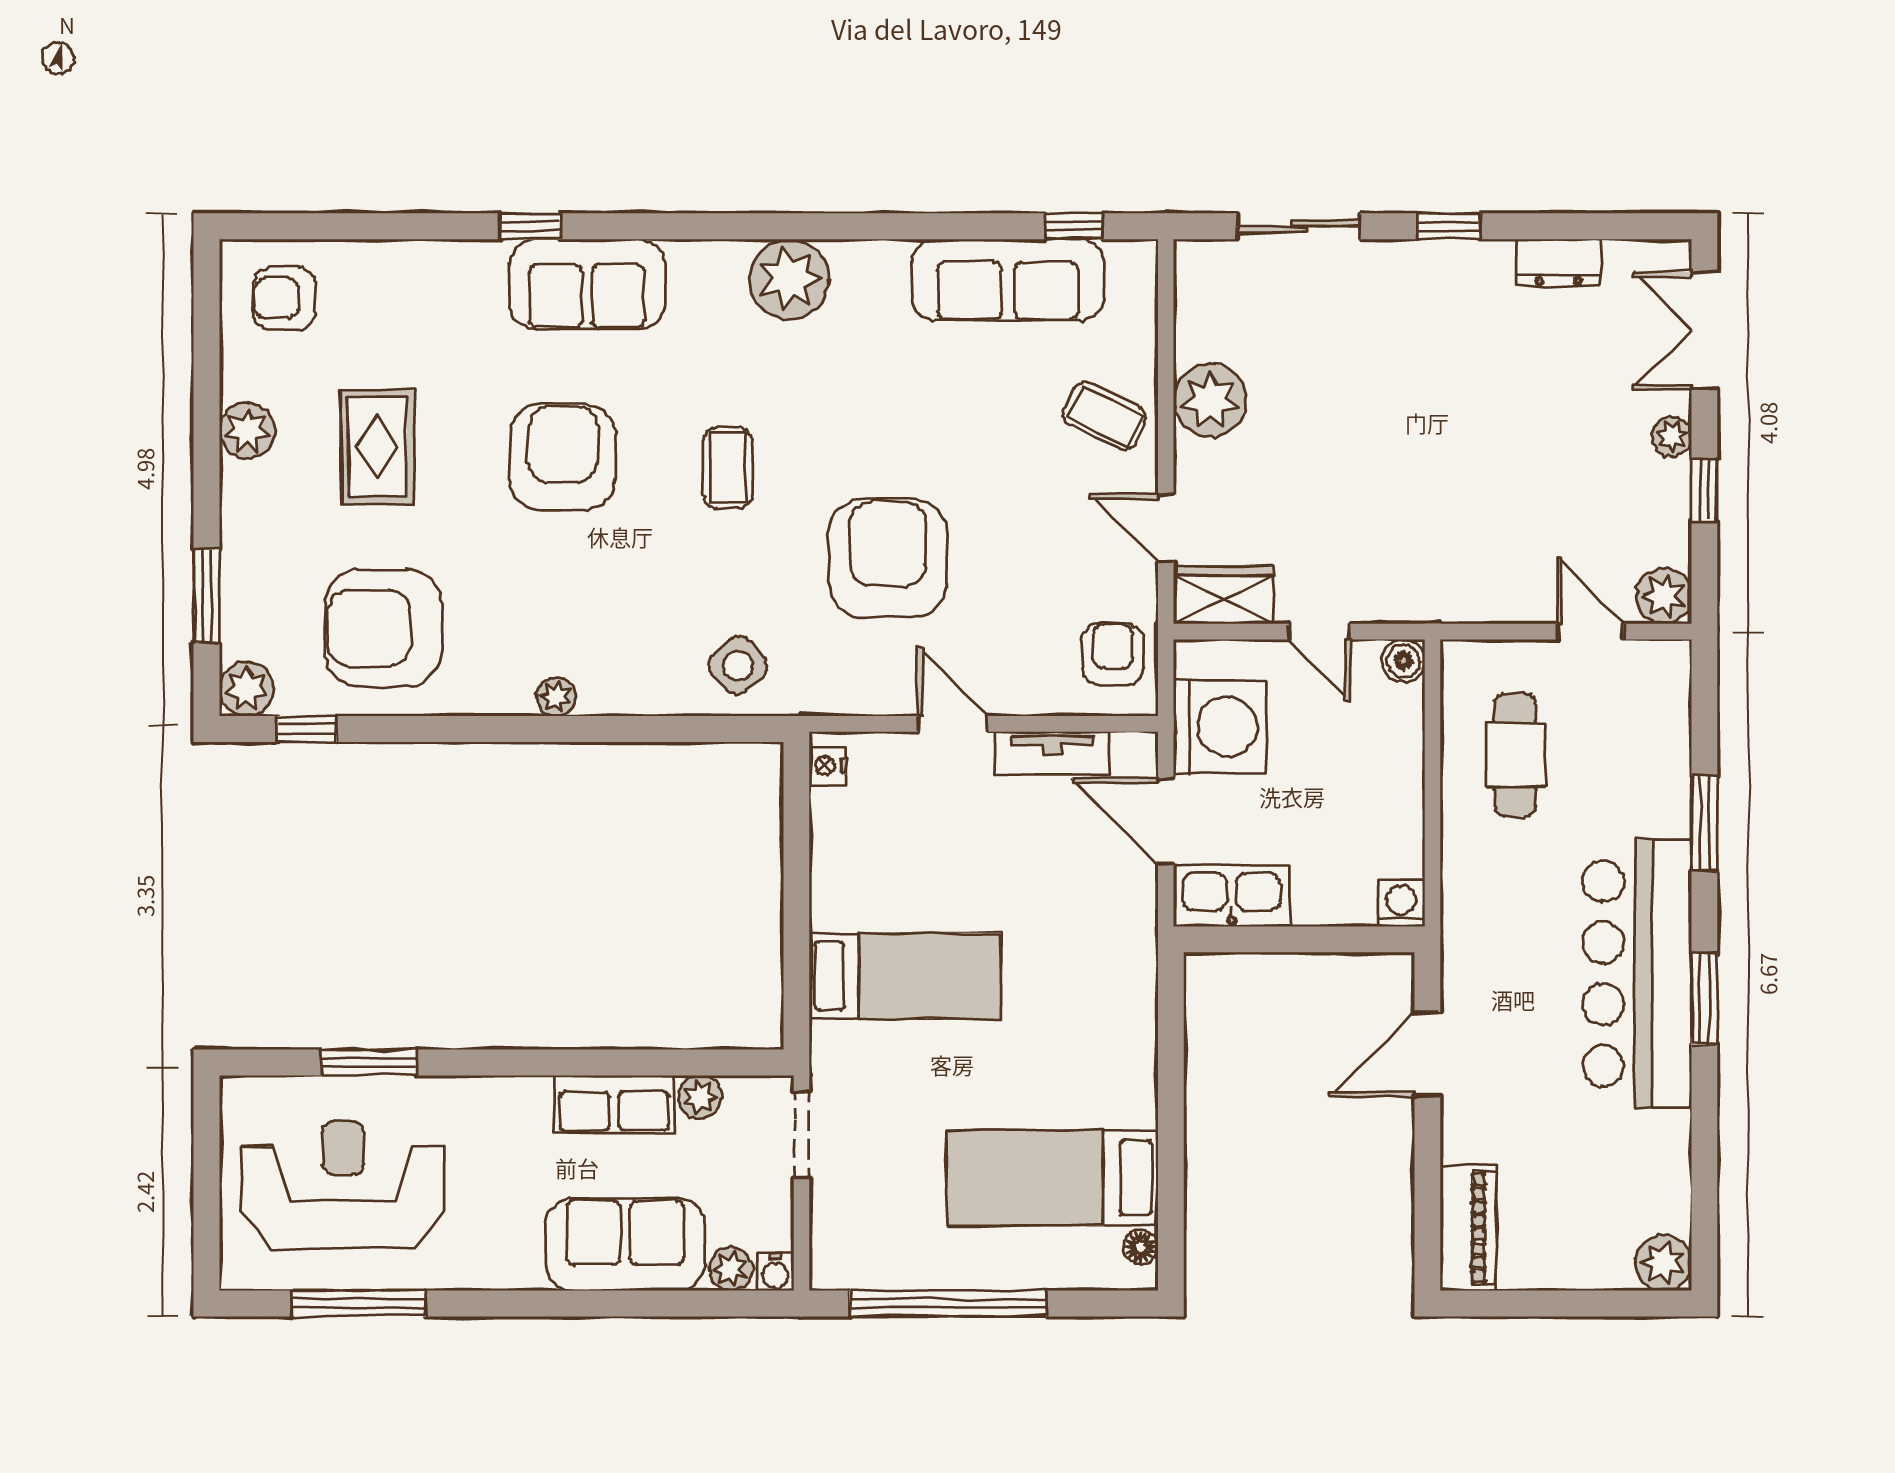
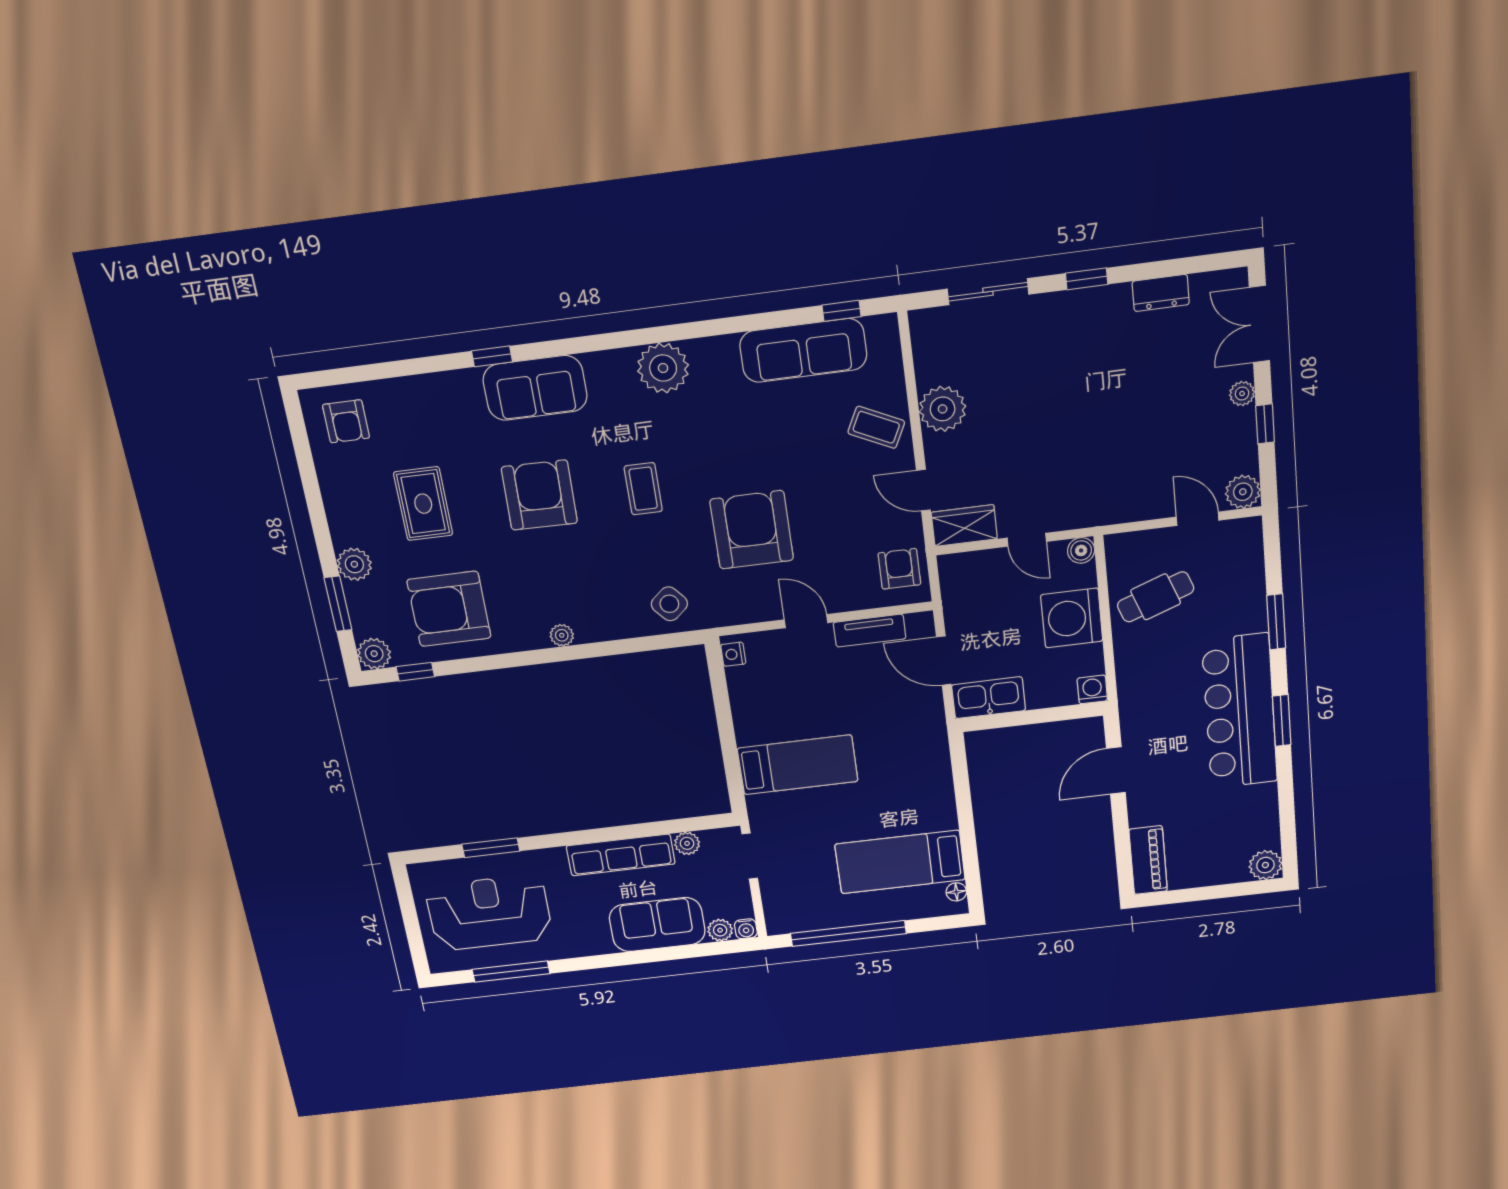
armchair: (284, 298) -> (346, 421), turned -90
plant: (247, 431) -> (354, 564), moved
washing machine: (1220, 727) -> (1072, 618), moved, turned 180
cafe table: (1515, 755) -> (1156, 597), turned 70
row of seats: (614, 1104) -> (621, 855), width x1.48

